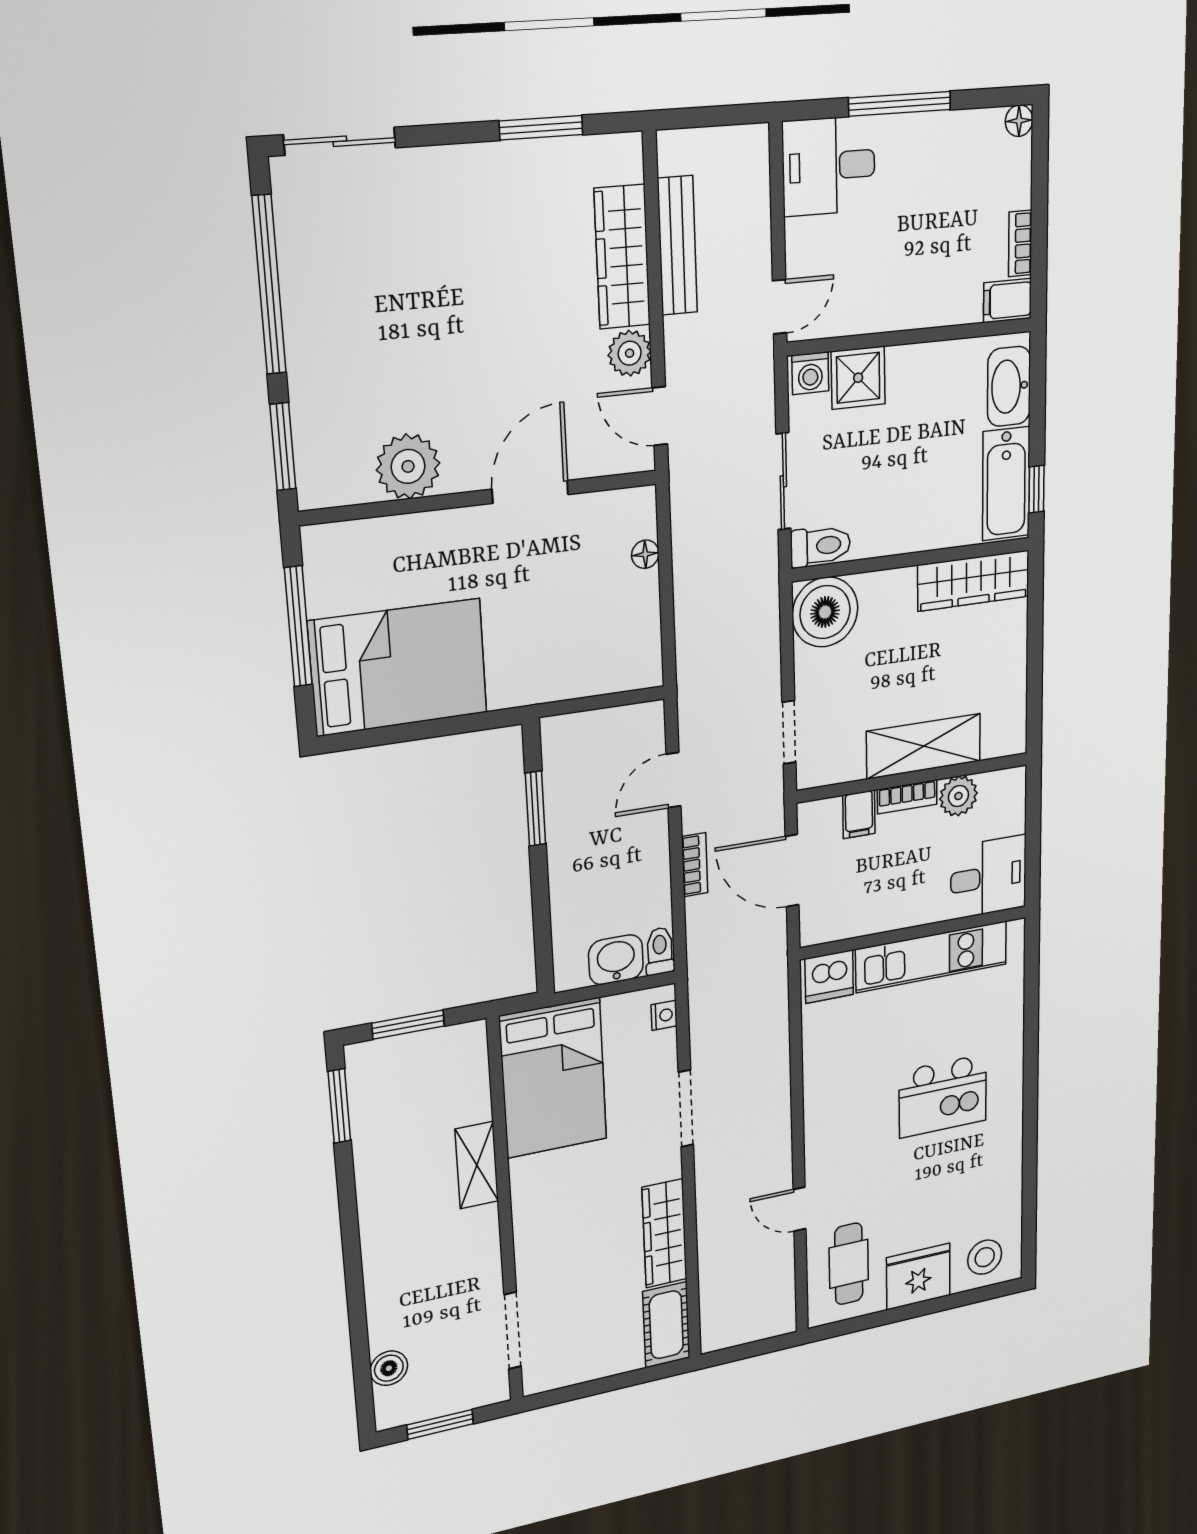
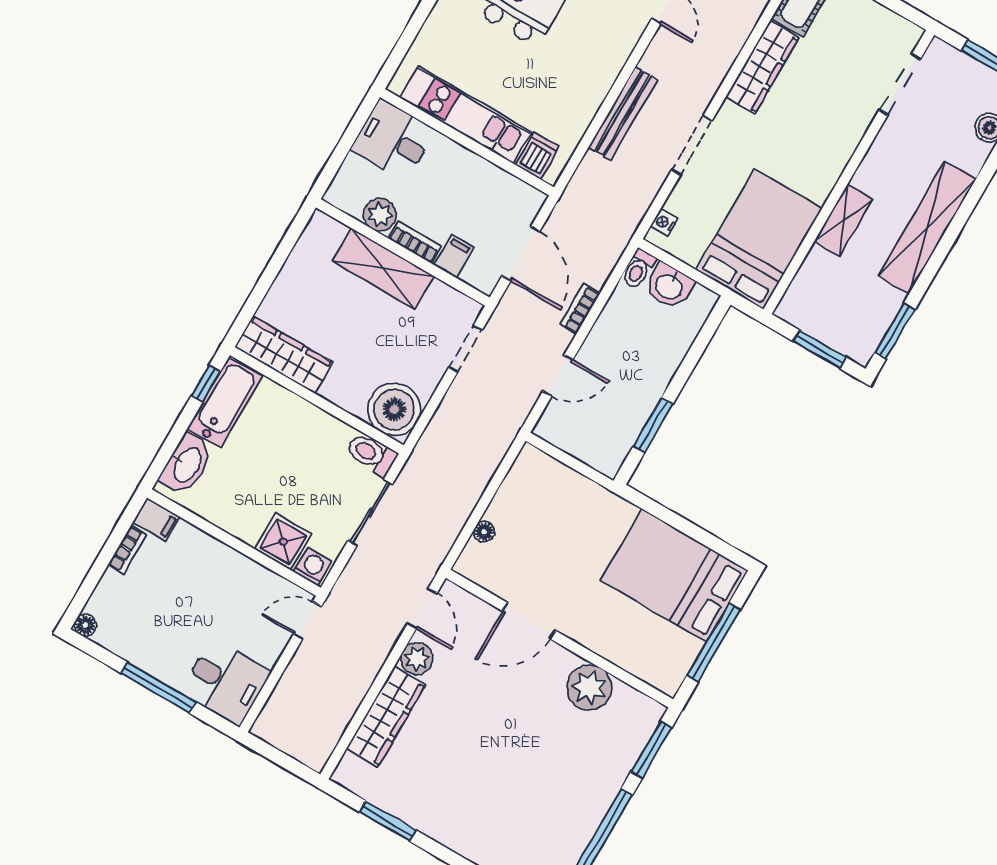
bench: (677, 246) -> (623, 114), moved
dishwasher: (829, 977) -> (537, 156), width x0.73
shelving: (382, 1229) -> (927, 227), added

